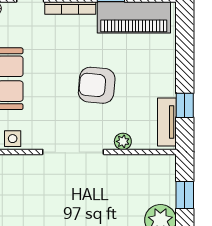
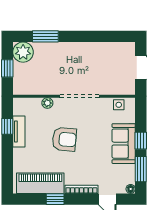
tv unit: (167, 122) -> (19, 131), moved

